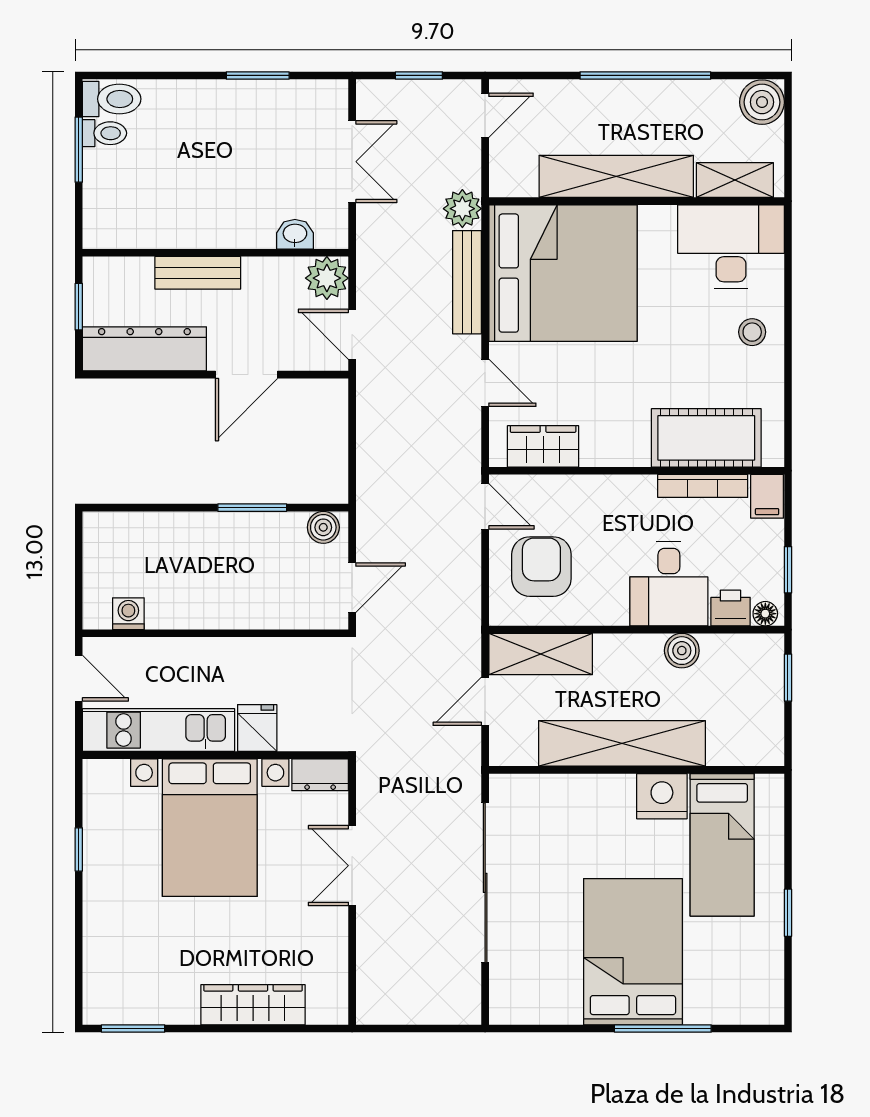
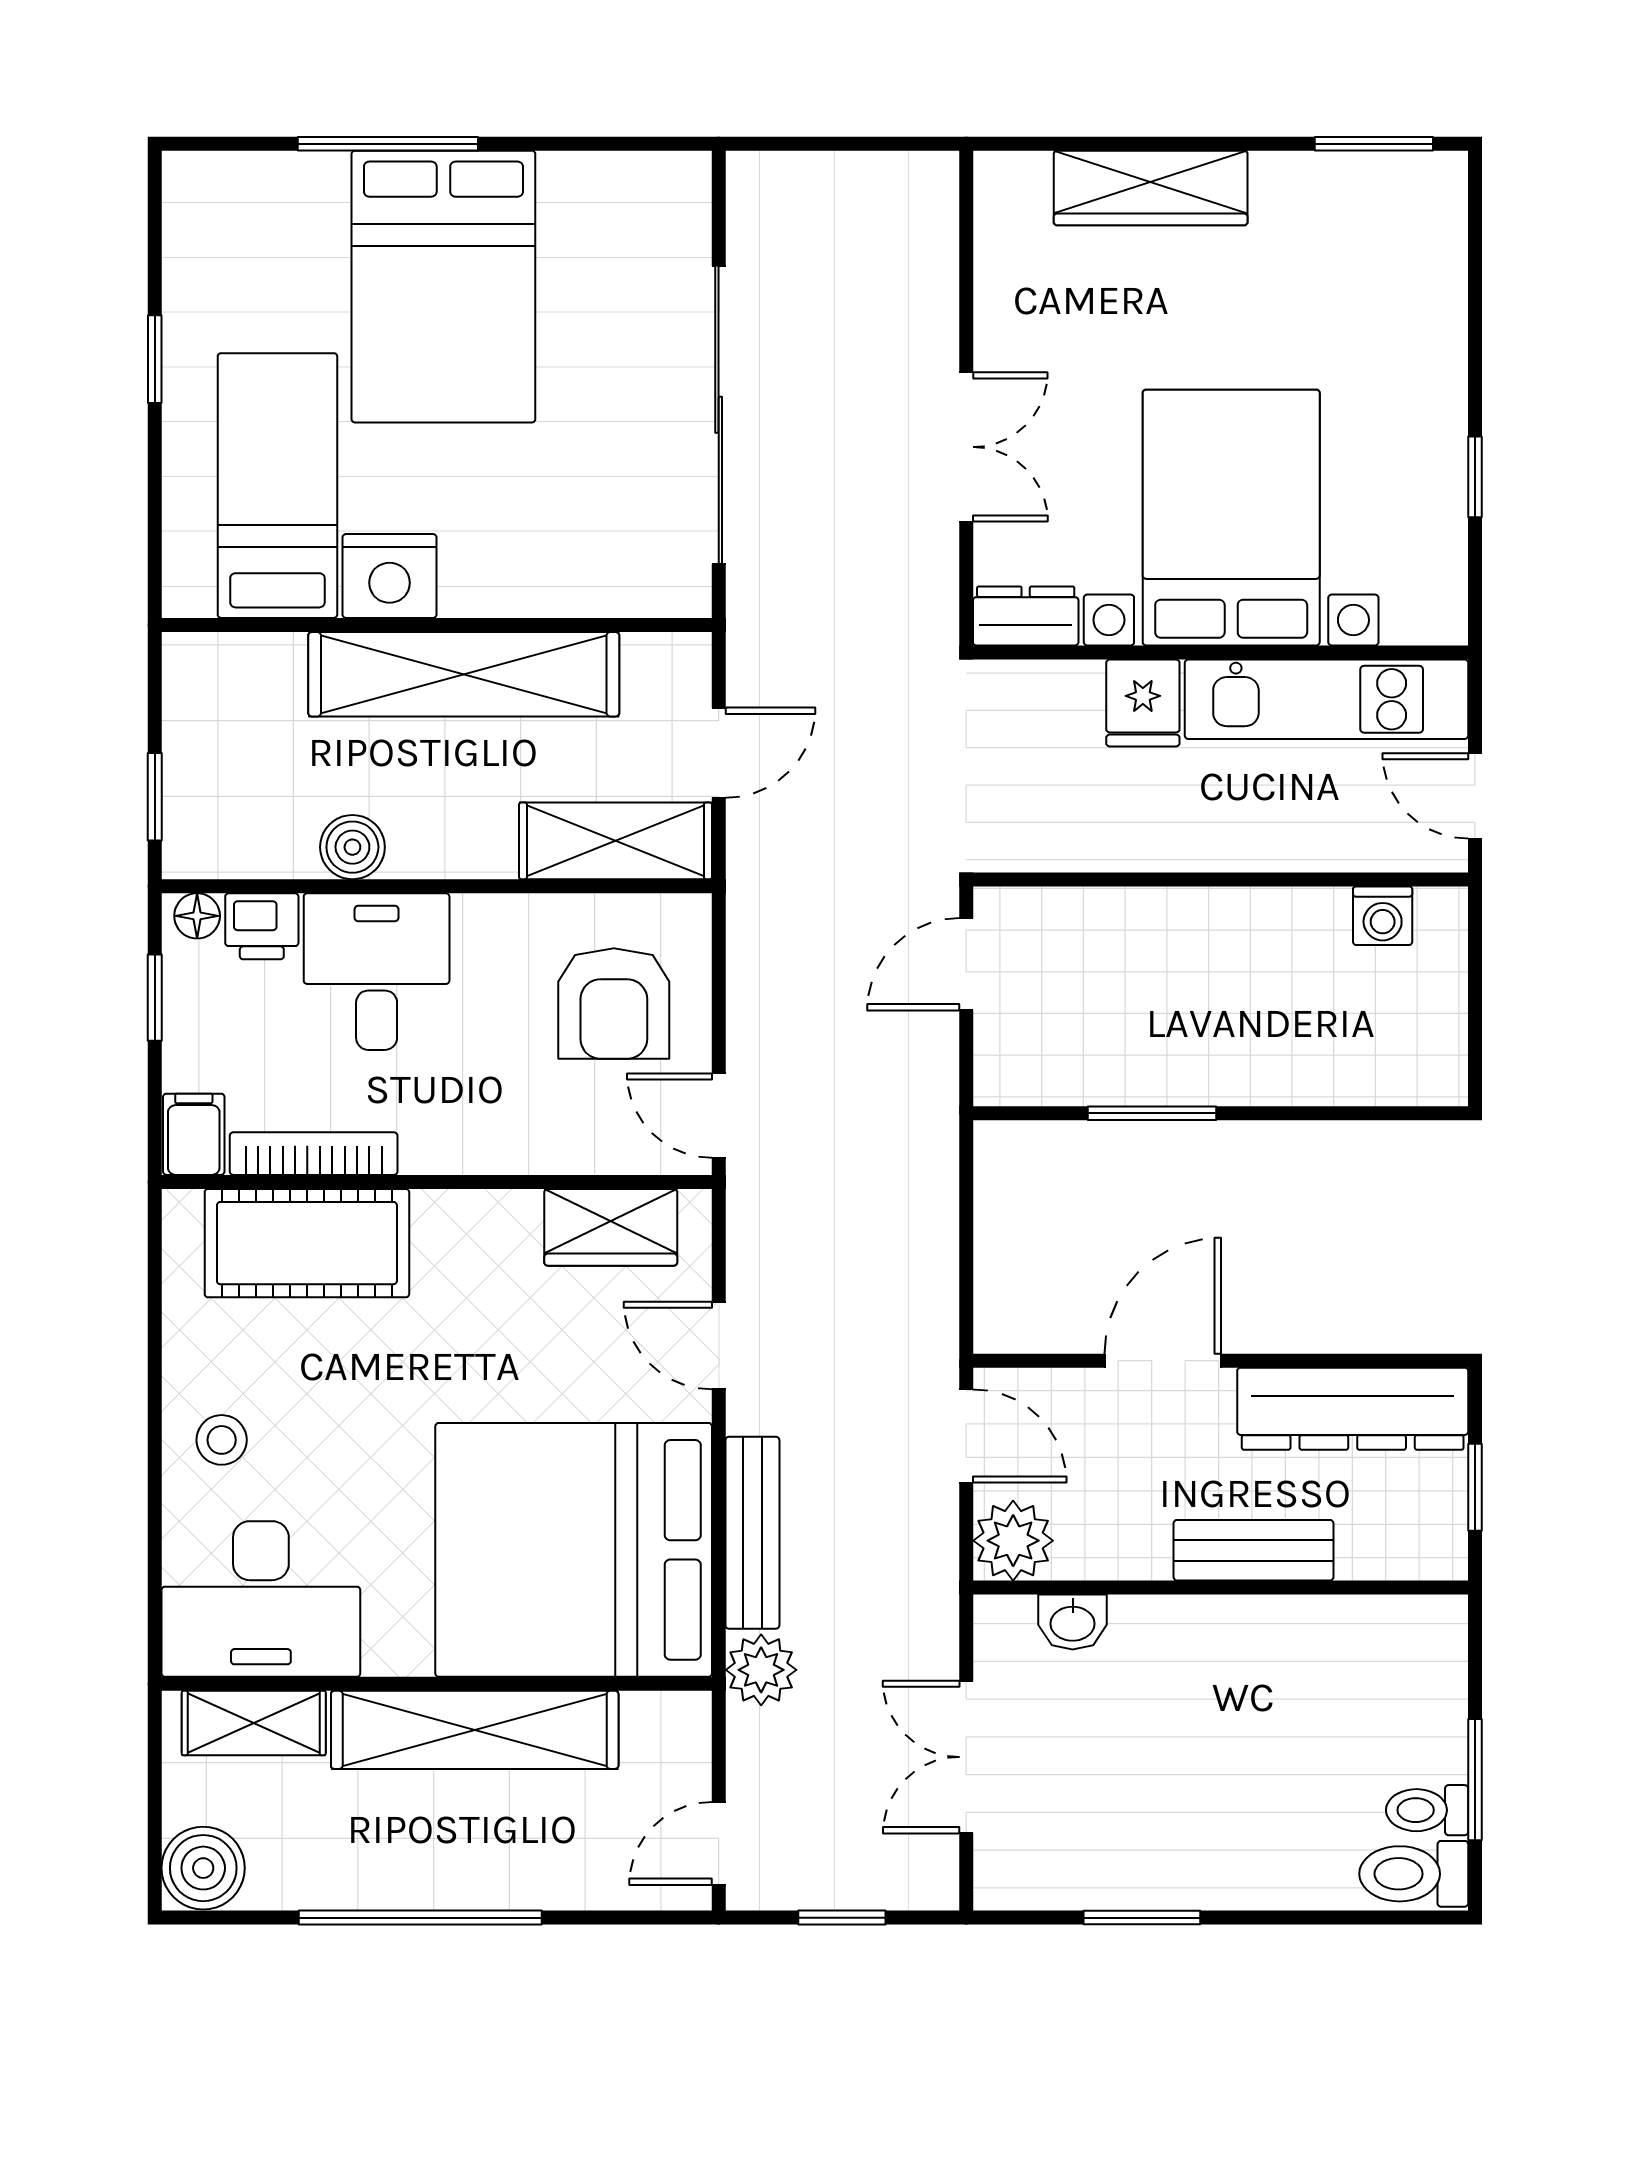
boiler: (323, 527) -> (1020, 1077), removed

